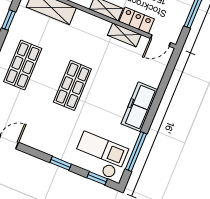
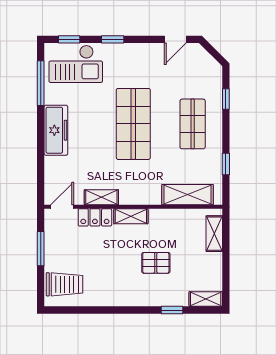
shop shelf: (72, 85) -> (133, 124), width x1.43, depth x1.36

